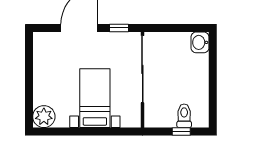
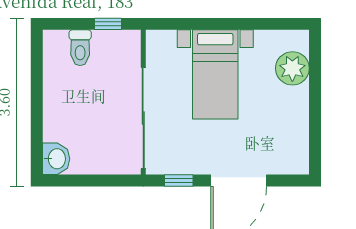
plant: (44, 117) -> (292, 68), moved
window: (181, 132) -> (108, 24), moved

